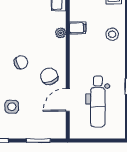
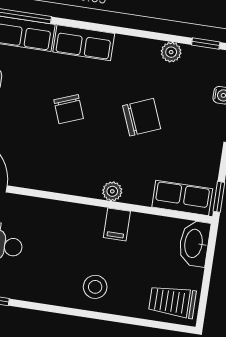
chair: (49, 76) -> (142, 117), moved

